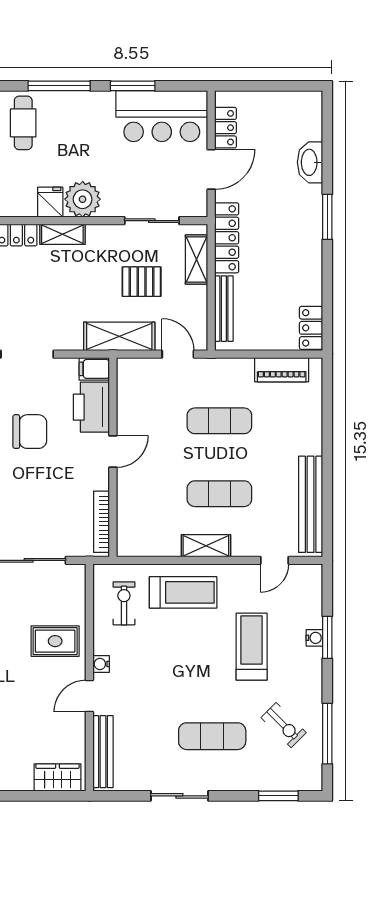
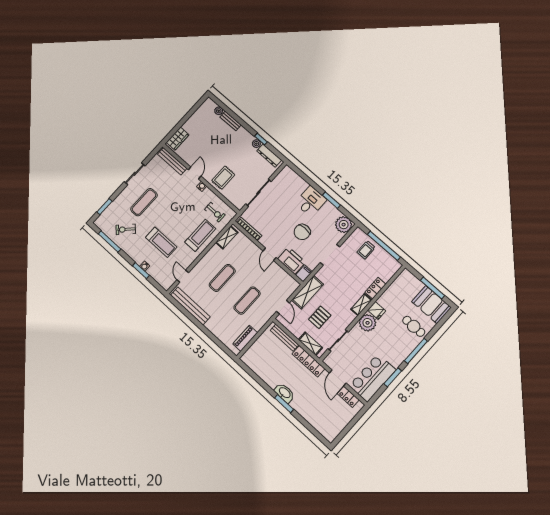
washbasin: (310, 162) -> (284, 393), moved
locker: (311, 328) -> (250, 362), removed
door: (178, 354) -> (283, 307), hinge flipped
shelving: (206, 546) -> (227, 237), moved
treadmill: (183, 592) -> (200, 235), turned 180

